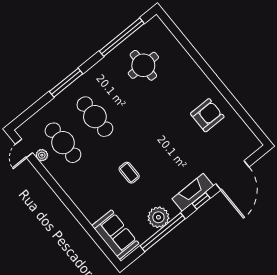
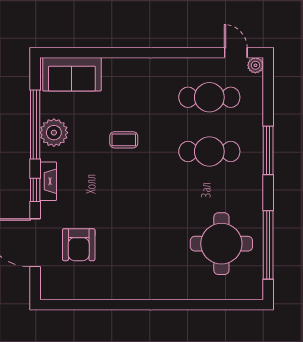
round table: (143, 65) -> (221, 244), width x1.36, depth x1.36
armchair: (207, 115) -> (79, 245), moved
plant: (42, 155) -> (255, 65), moved
fireplace: (193, 192) -> (48, 181), width x0.73, depth x0.76

